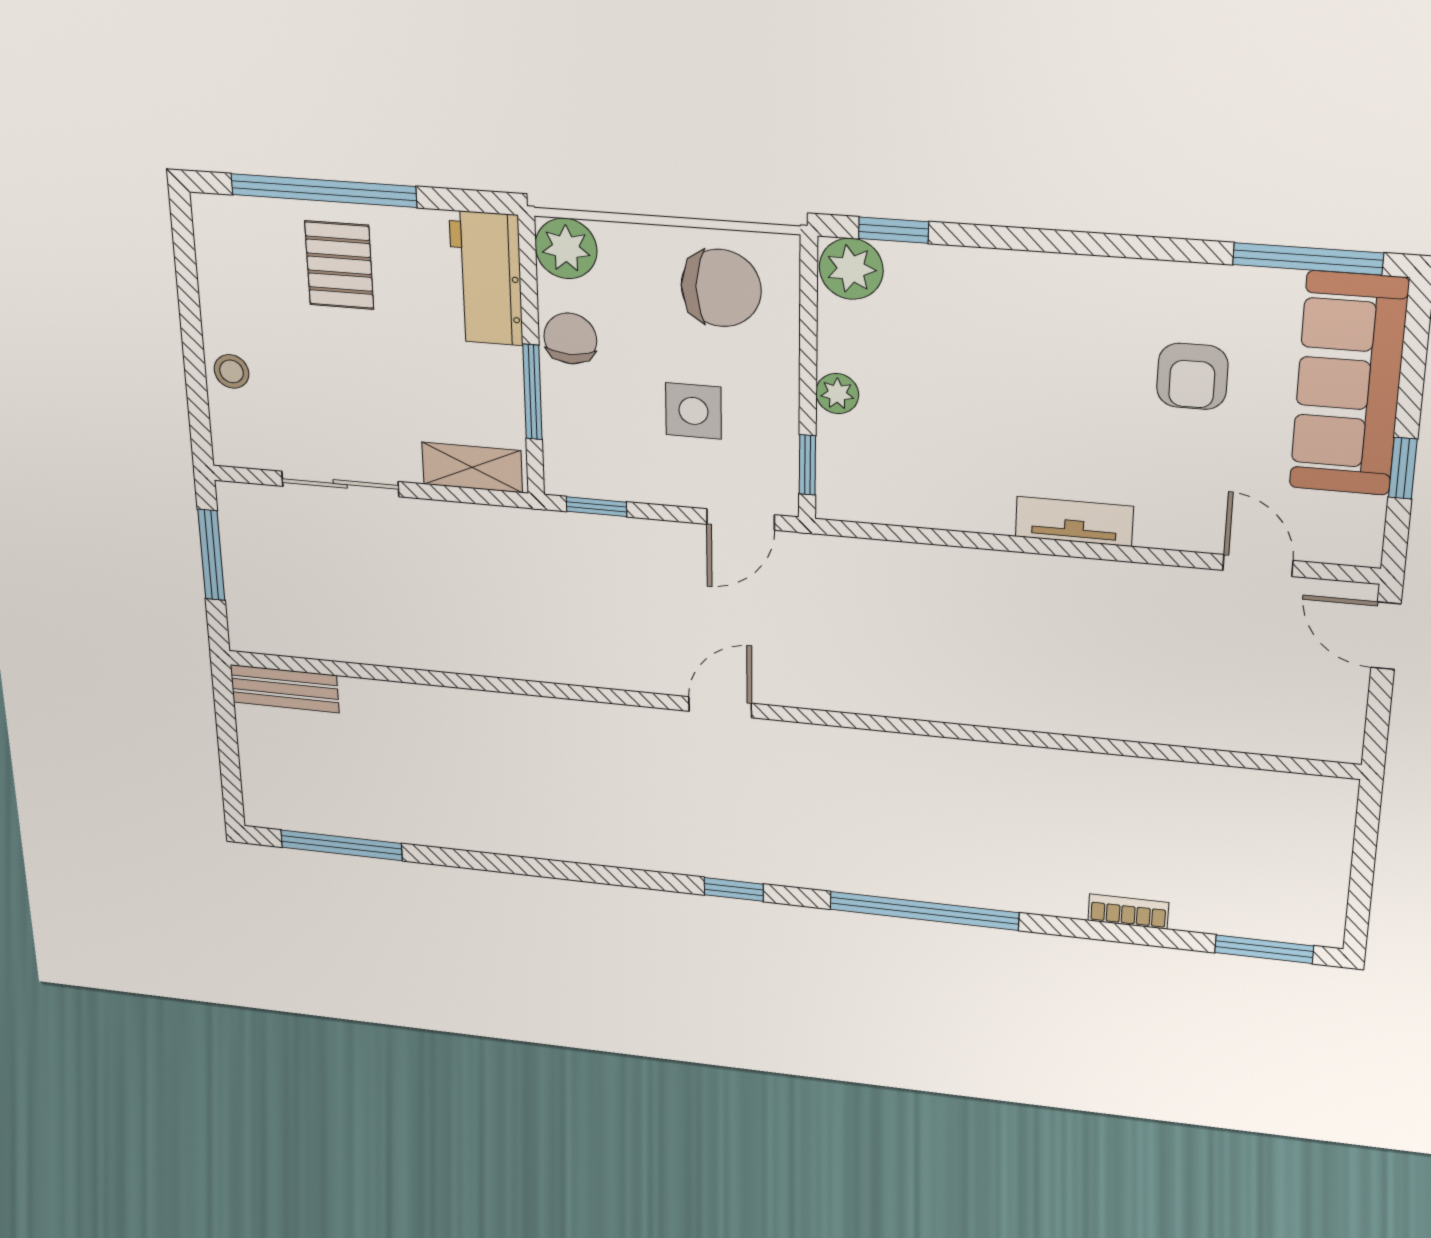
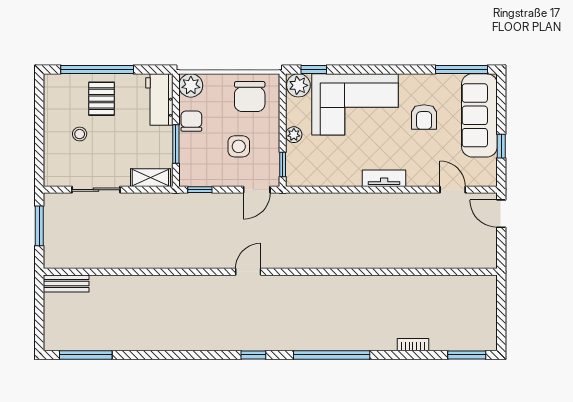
chair: (721, 288) -> (250, 97), turned 90
corner sofa: (1004, 329) -> (355, 104), added
stool: (232, 371) -> (80, 134), moved

